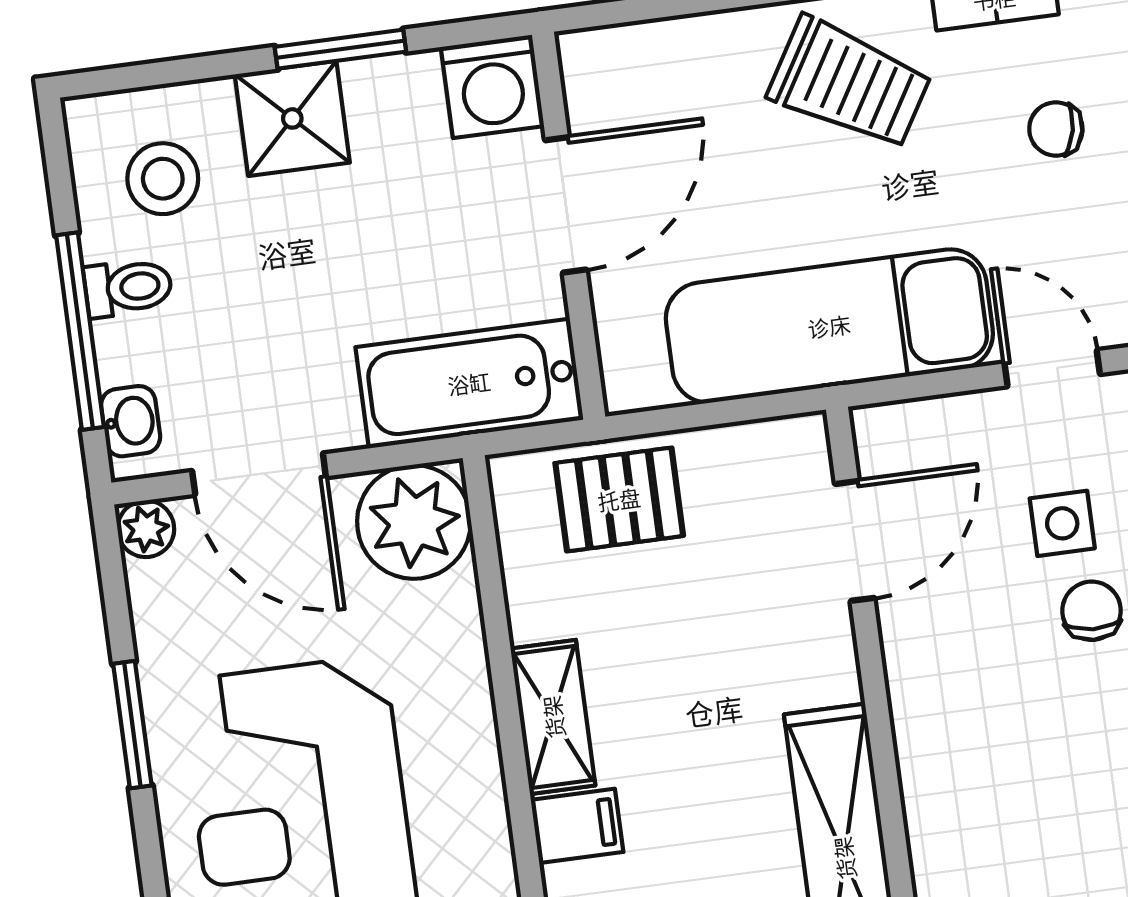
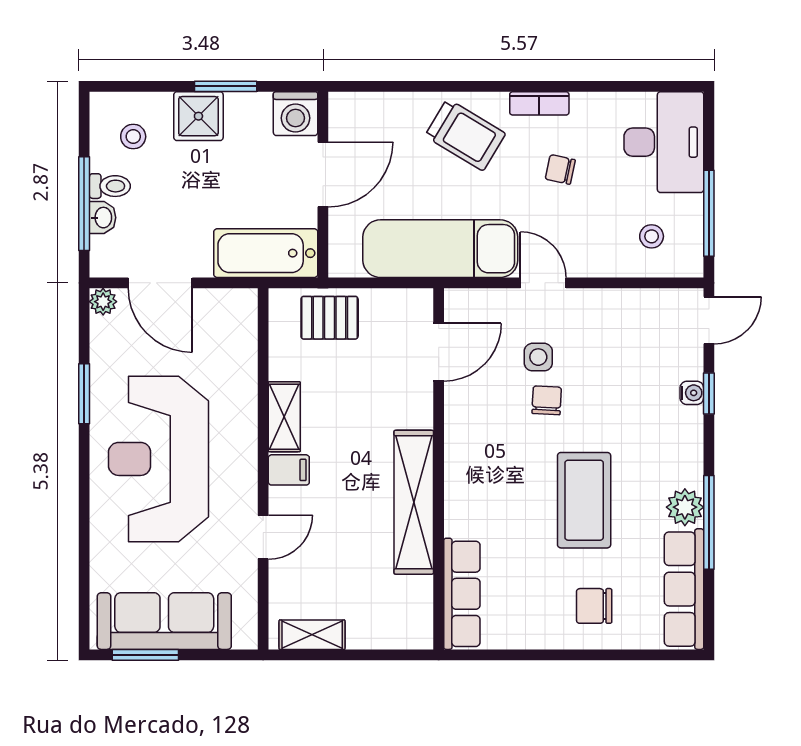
stool: (163, 179) -> (133, 137), width x0.73, depth x0.73
washbasin: (131, 421) -> (103, 218), moved
plant: (414, 522) -> (231, 315), removed

